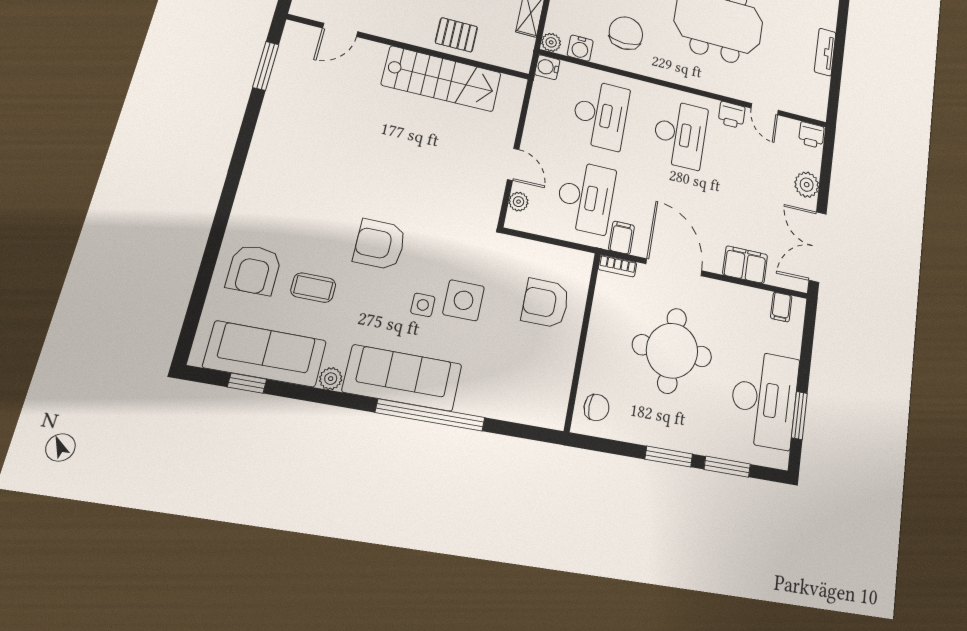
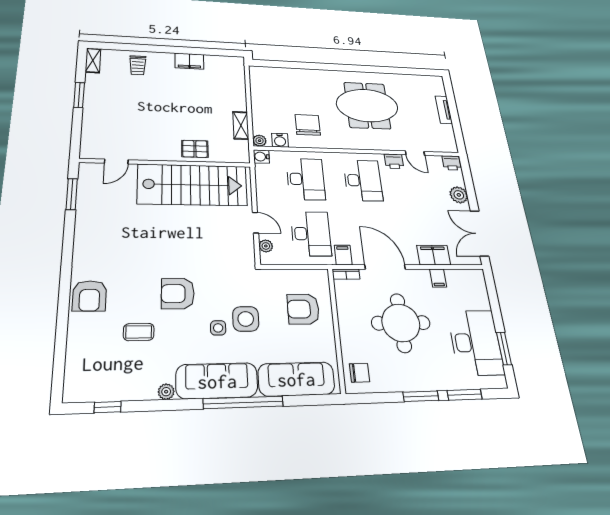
stairs: (442, 79) -> (192, 185), width x1.36, depth x1.51
armchair: (254, 270) -> (90, 296), moved
filing cabinet: (781, 307) -> (438, 278), moved
sofa: (265, 354) -> (296, 379), moved

